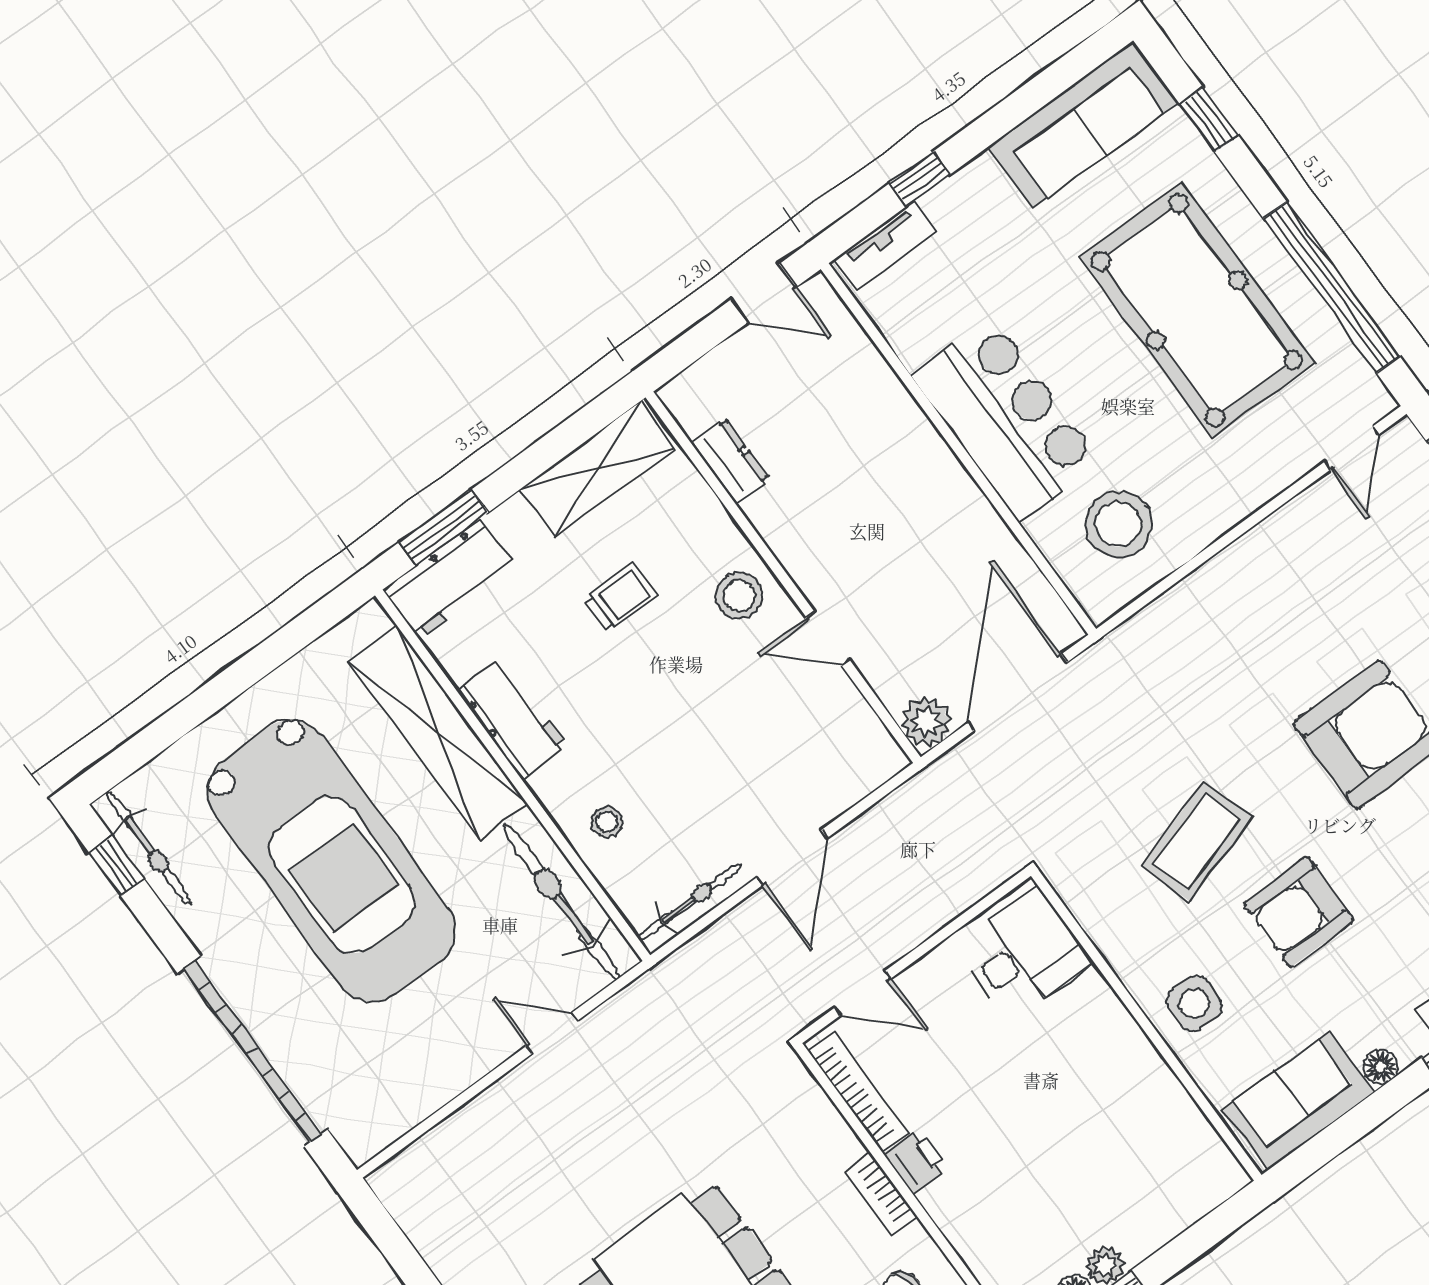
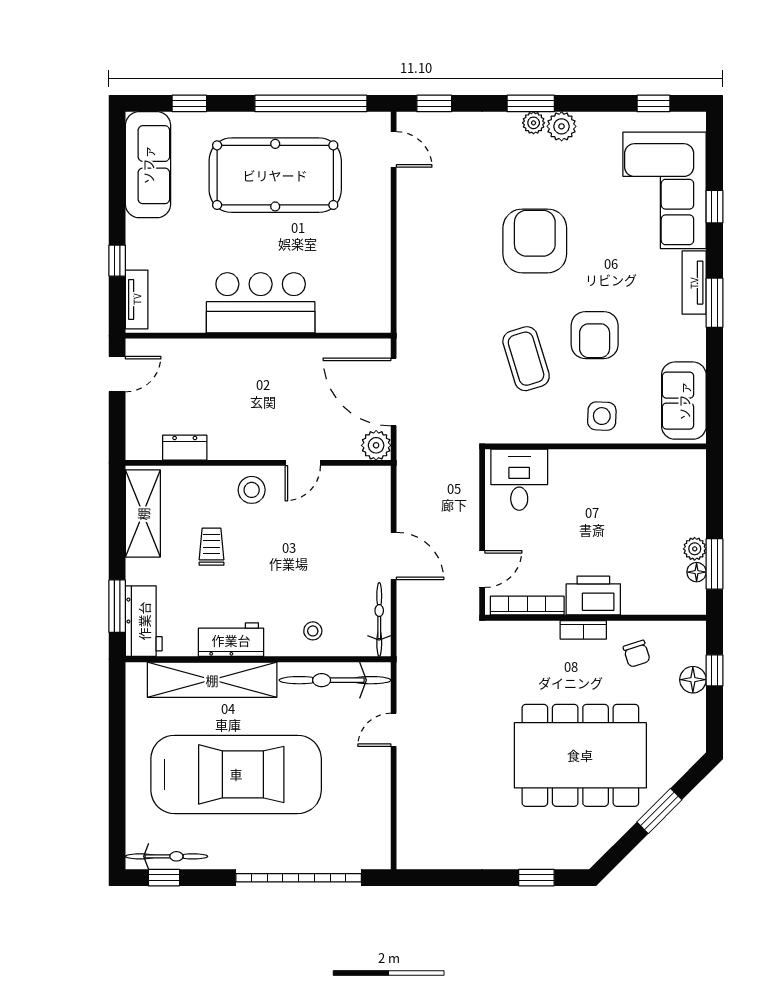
stool: (1118, 524) -> (349, 286), removed
floor lamp: (1381, 1067) -> (696, 350), removed
printer: (917, 1162) -> (593, 596), width x1.87, depth x1.48

